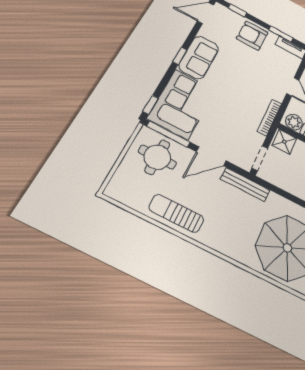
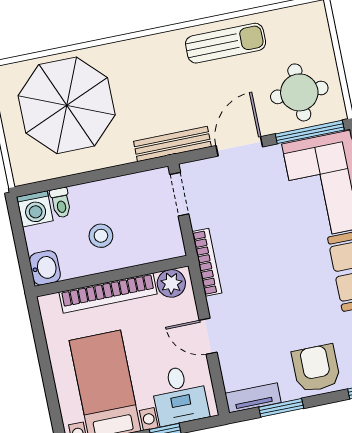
armchair: (252, 36) -> (316, 368), turned -90
shower: (284, 142) -> (165, 244), removed

